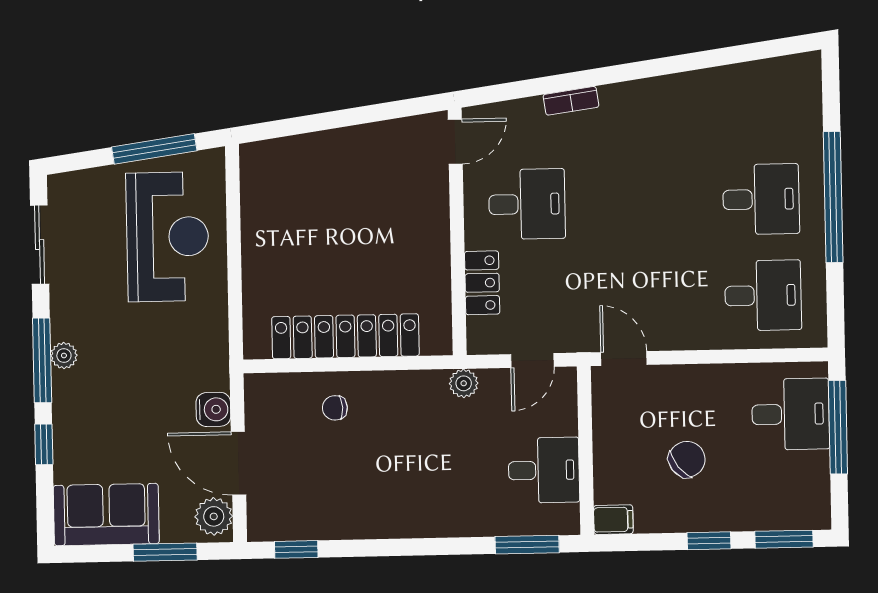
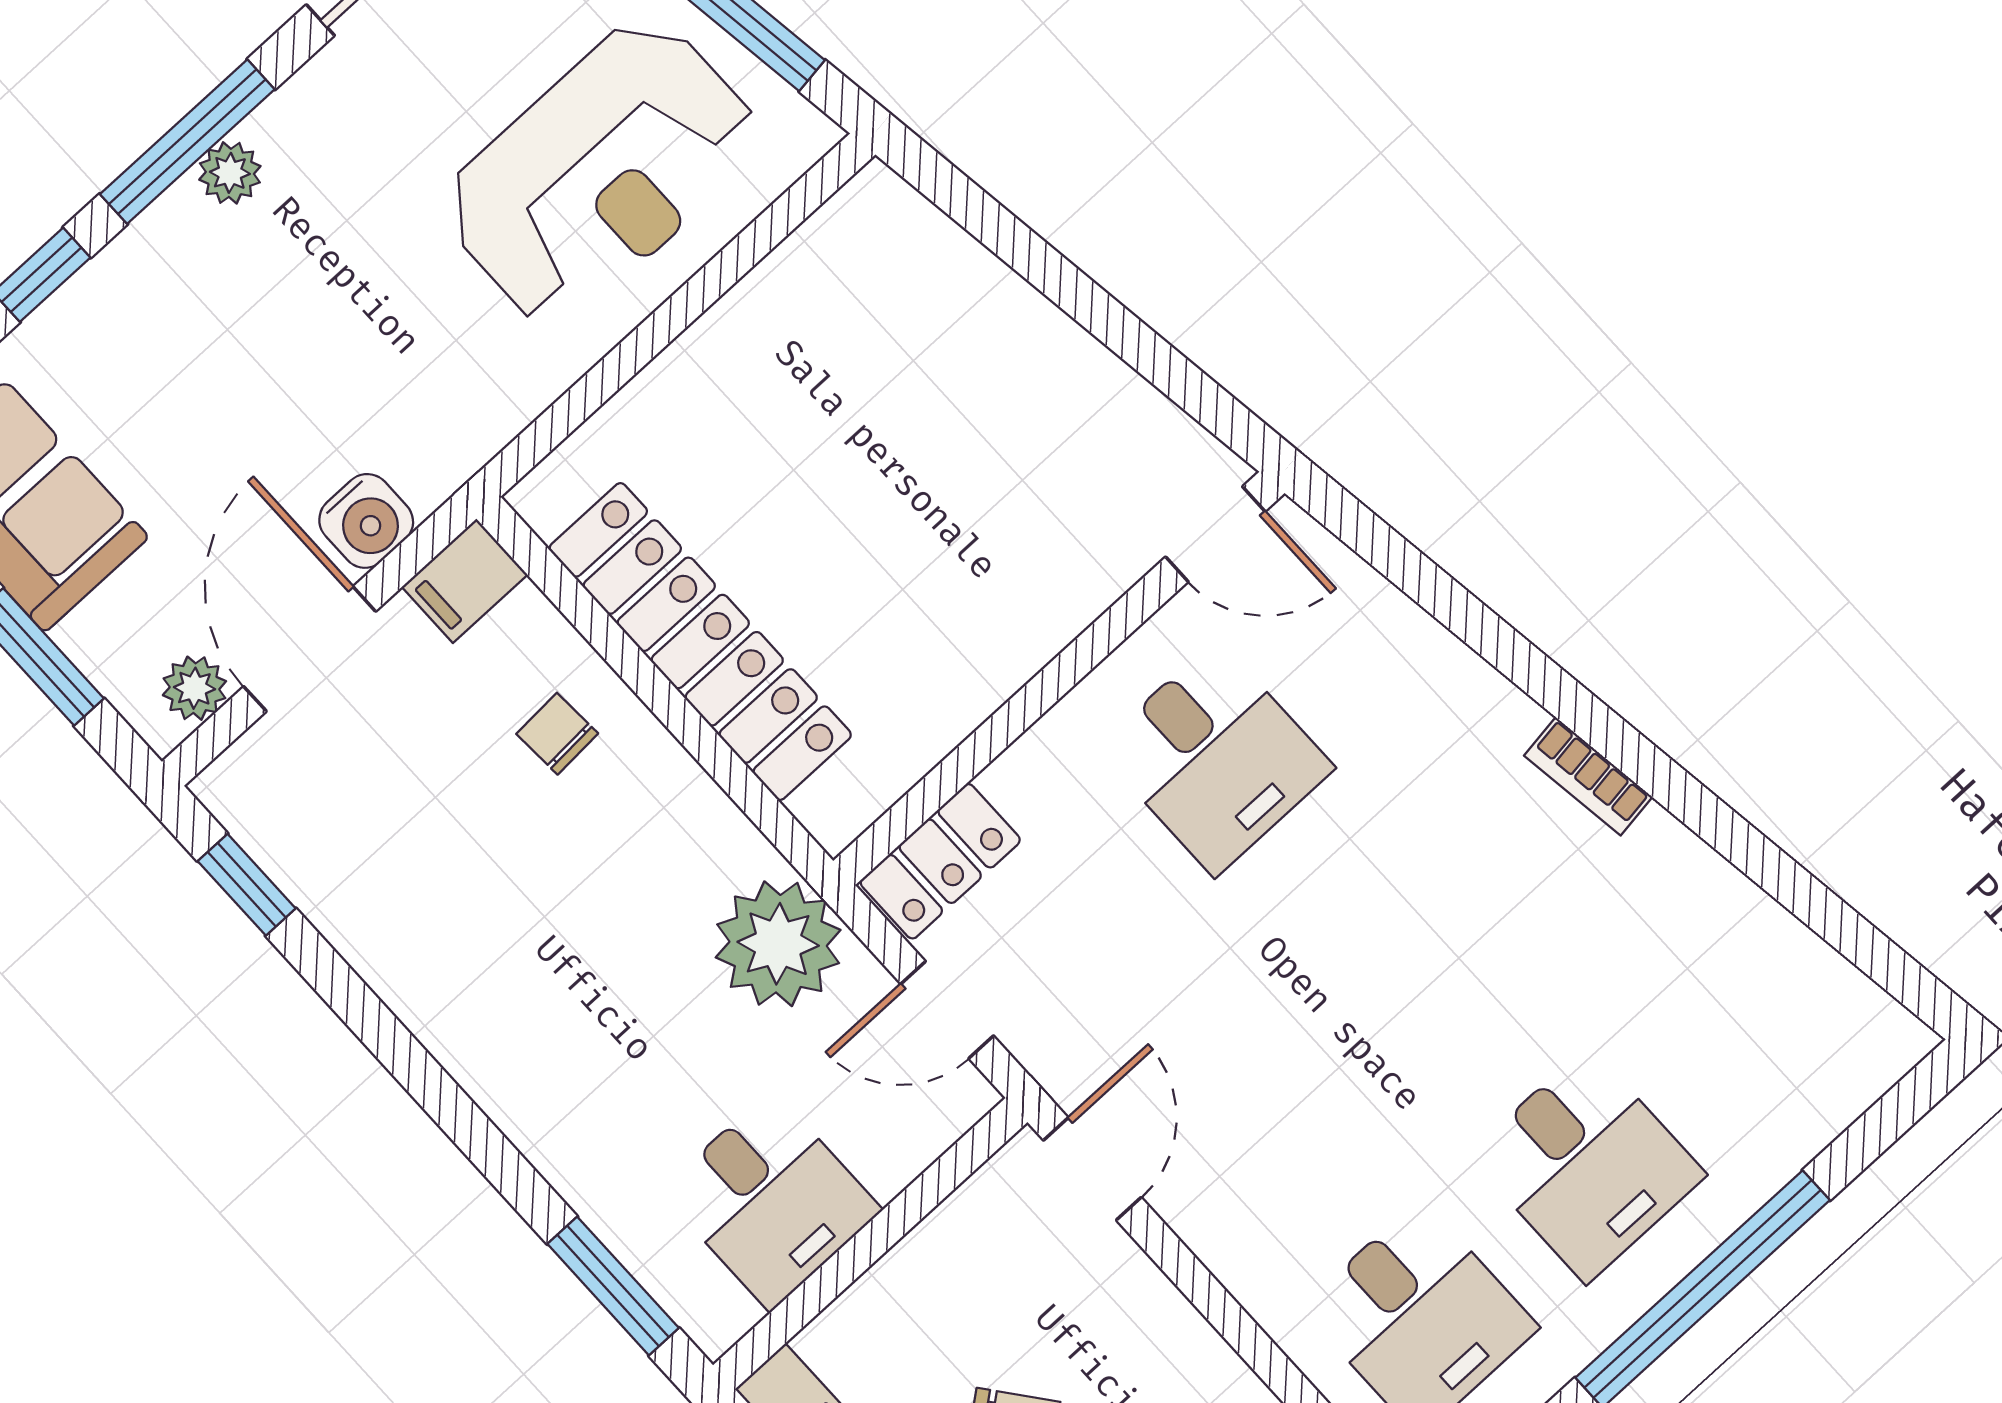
bookcase: (571, 101) -> (1588, 776), moved
locker: (482, 283) -> (940, 861), moved
plant: (464, 383) -> (778, 944), width x1.87, depth x1.87
filing cabinet: (260, 395) -> (465, 581), added
plant: (214, 516) -> (194, 688), width x0.73, depth x0.73

